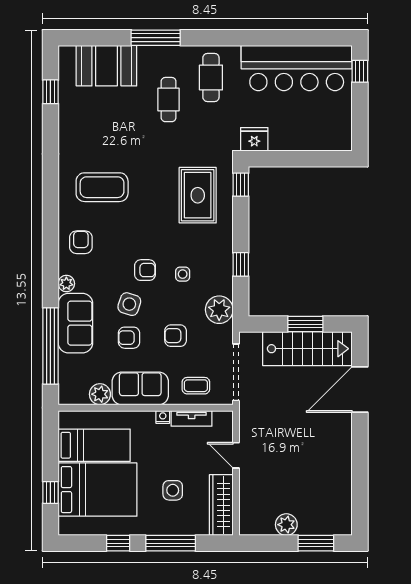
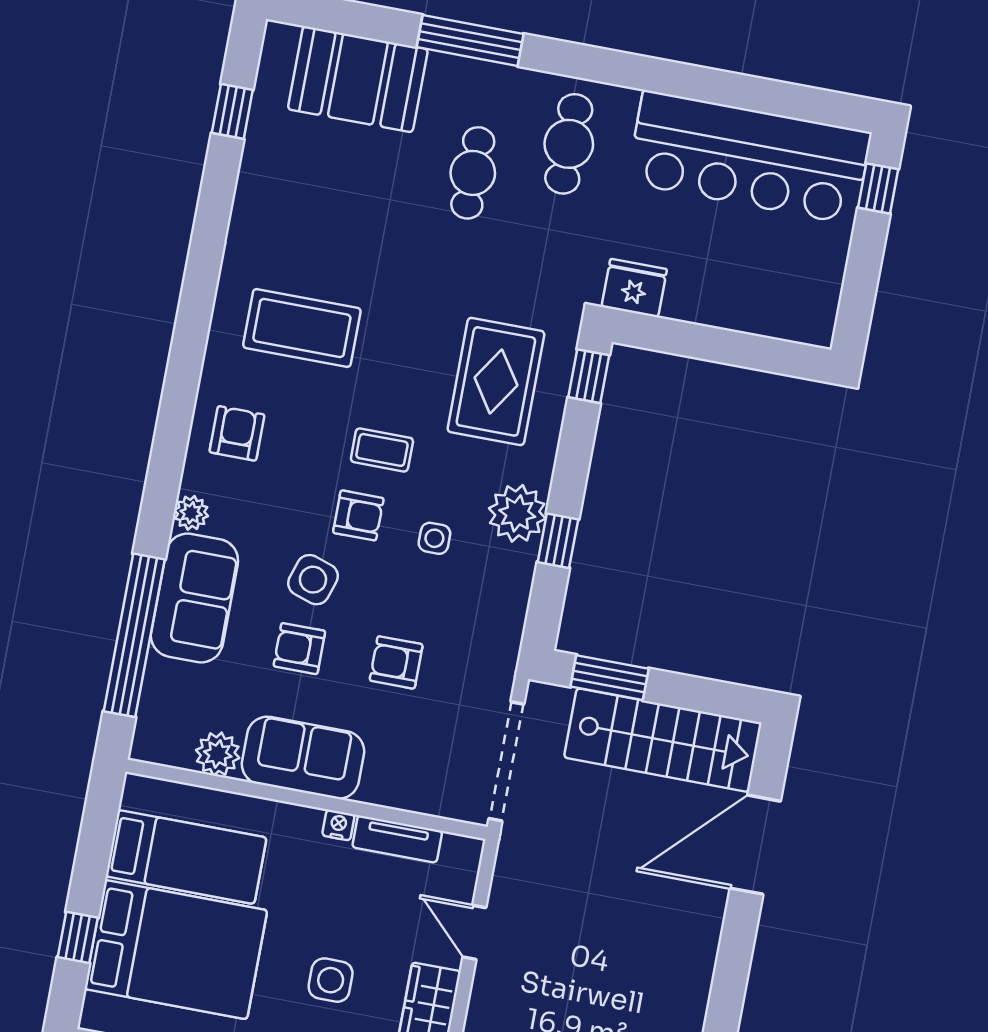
plant: (219, 310) -> (517, 513), moved
window: (305, 324) -> (610, 678), moved
coffee table: (196, 386) -> (382, 450), moved

